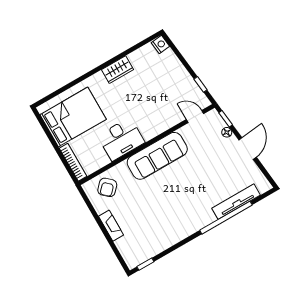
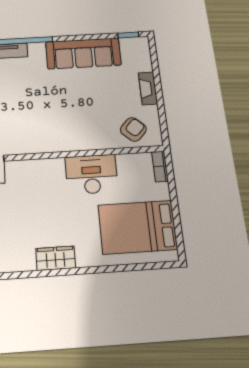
sofa: (157, 156) -> (83, 53), moved, turned 180
bookcase: (73, 162) -> (160, 166), width x0.64

